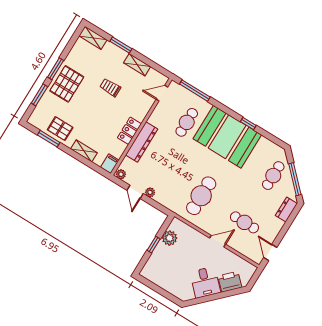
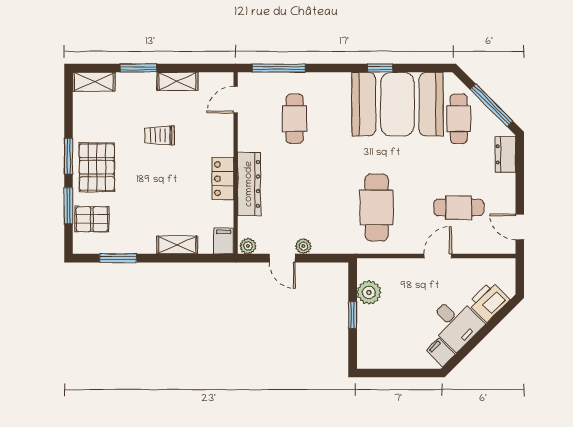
pallet: (60, 129) -> (92, 219), moved
booth: (227, 137) -> (397, 104), moved
filing cabinet: (188, 293) -> (441, 352), added

